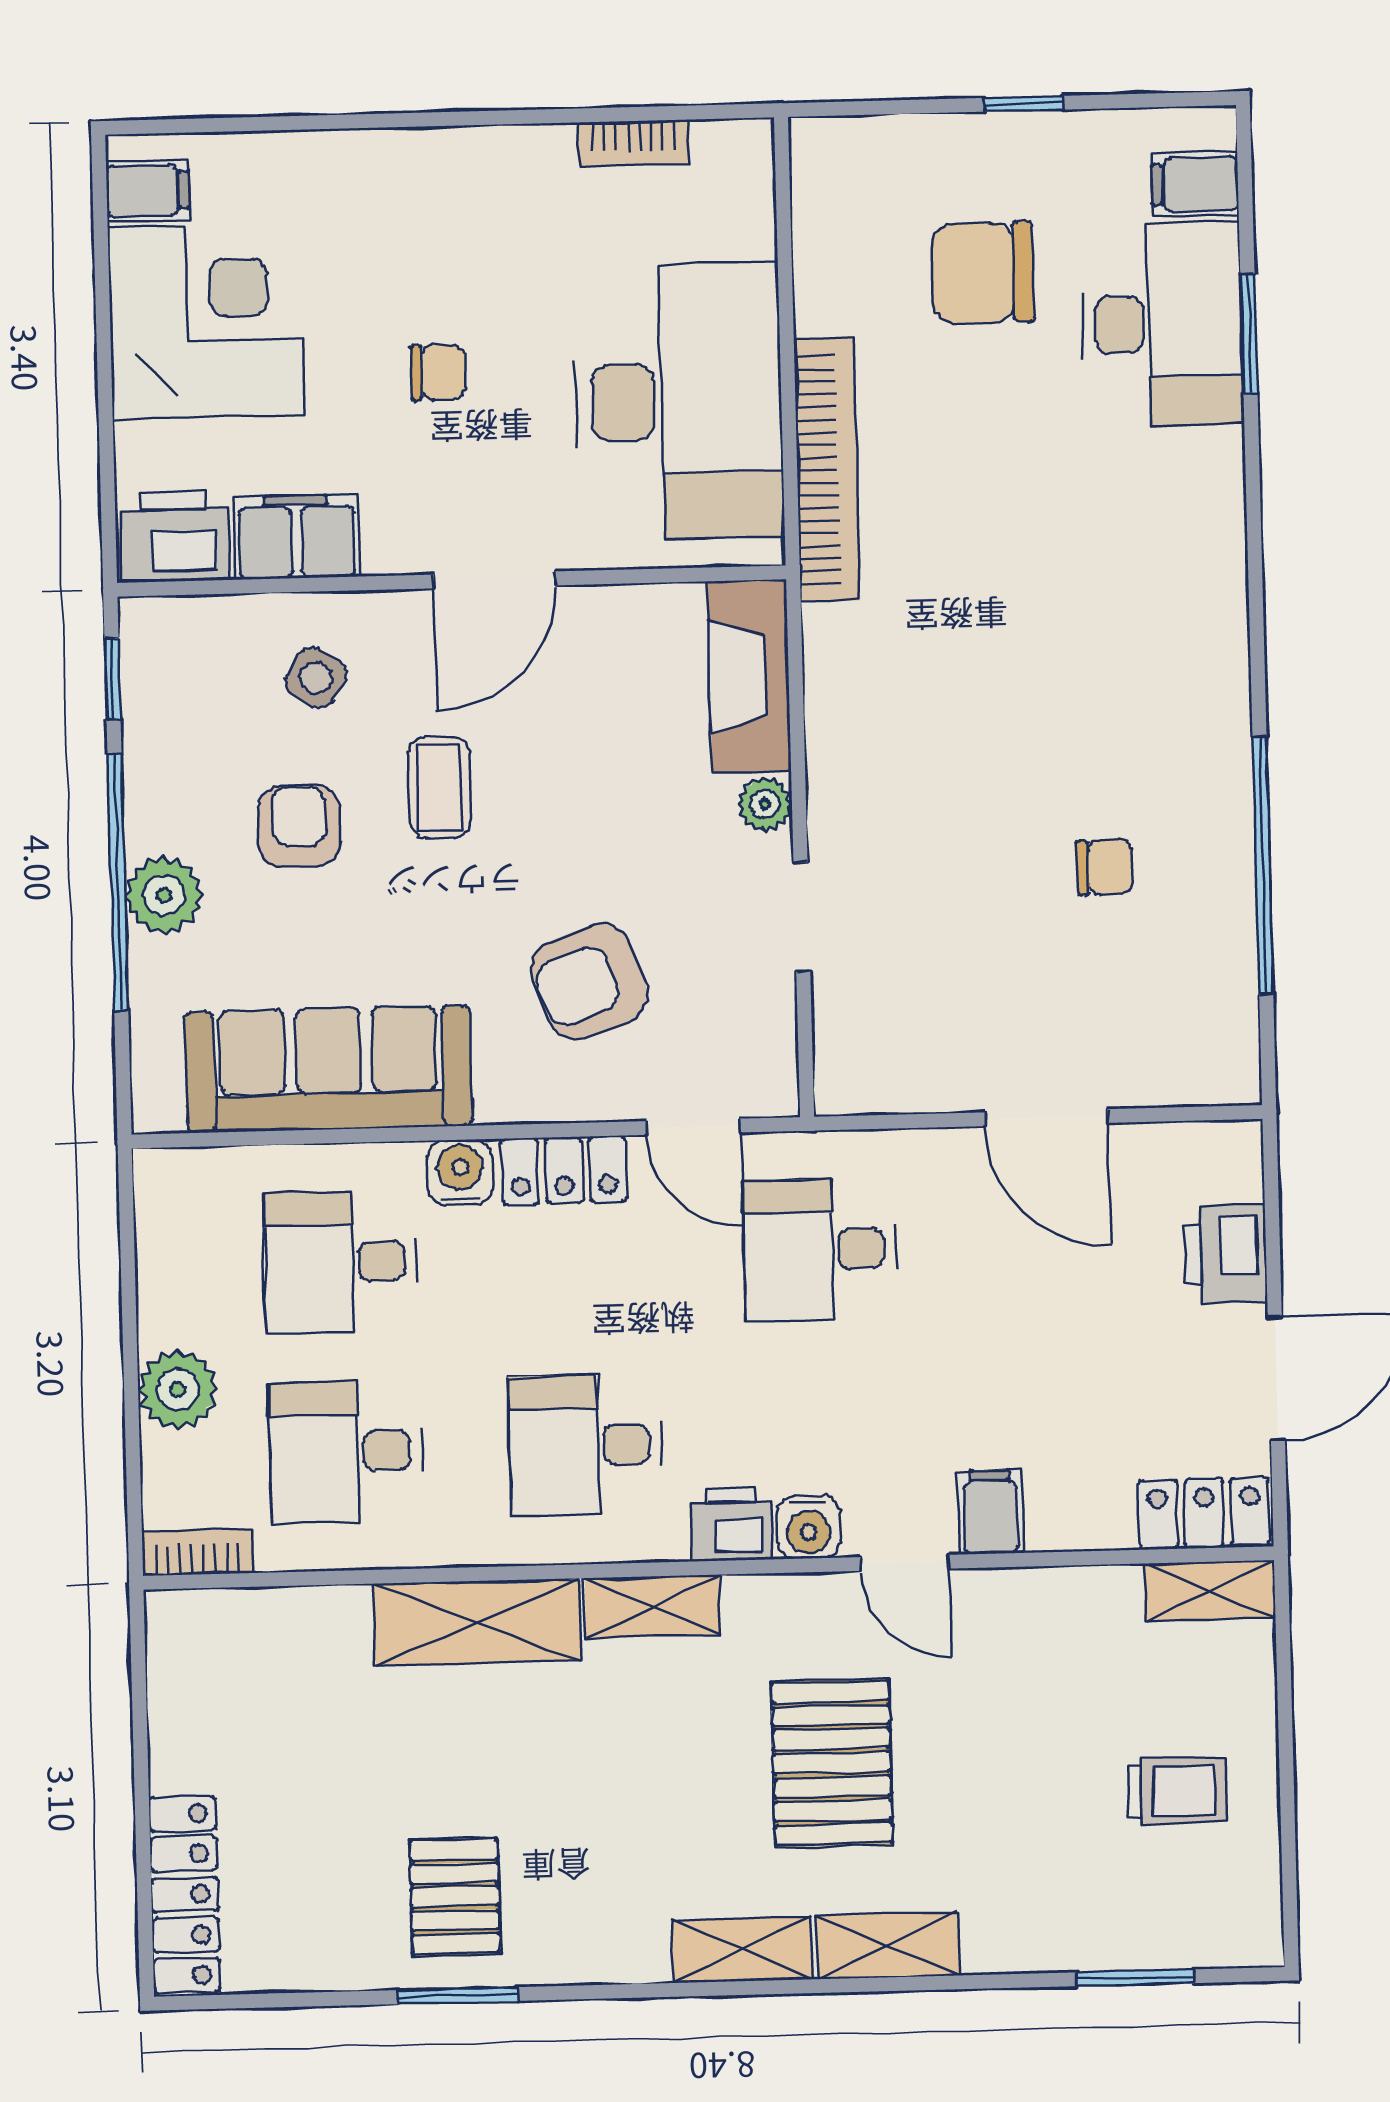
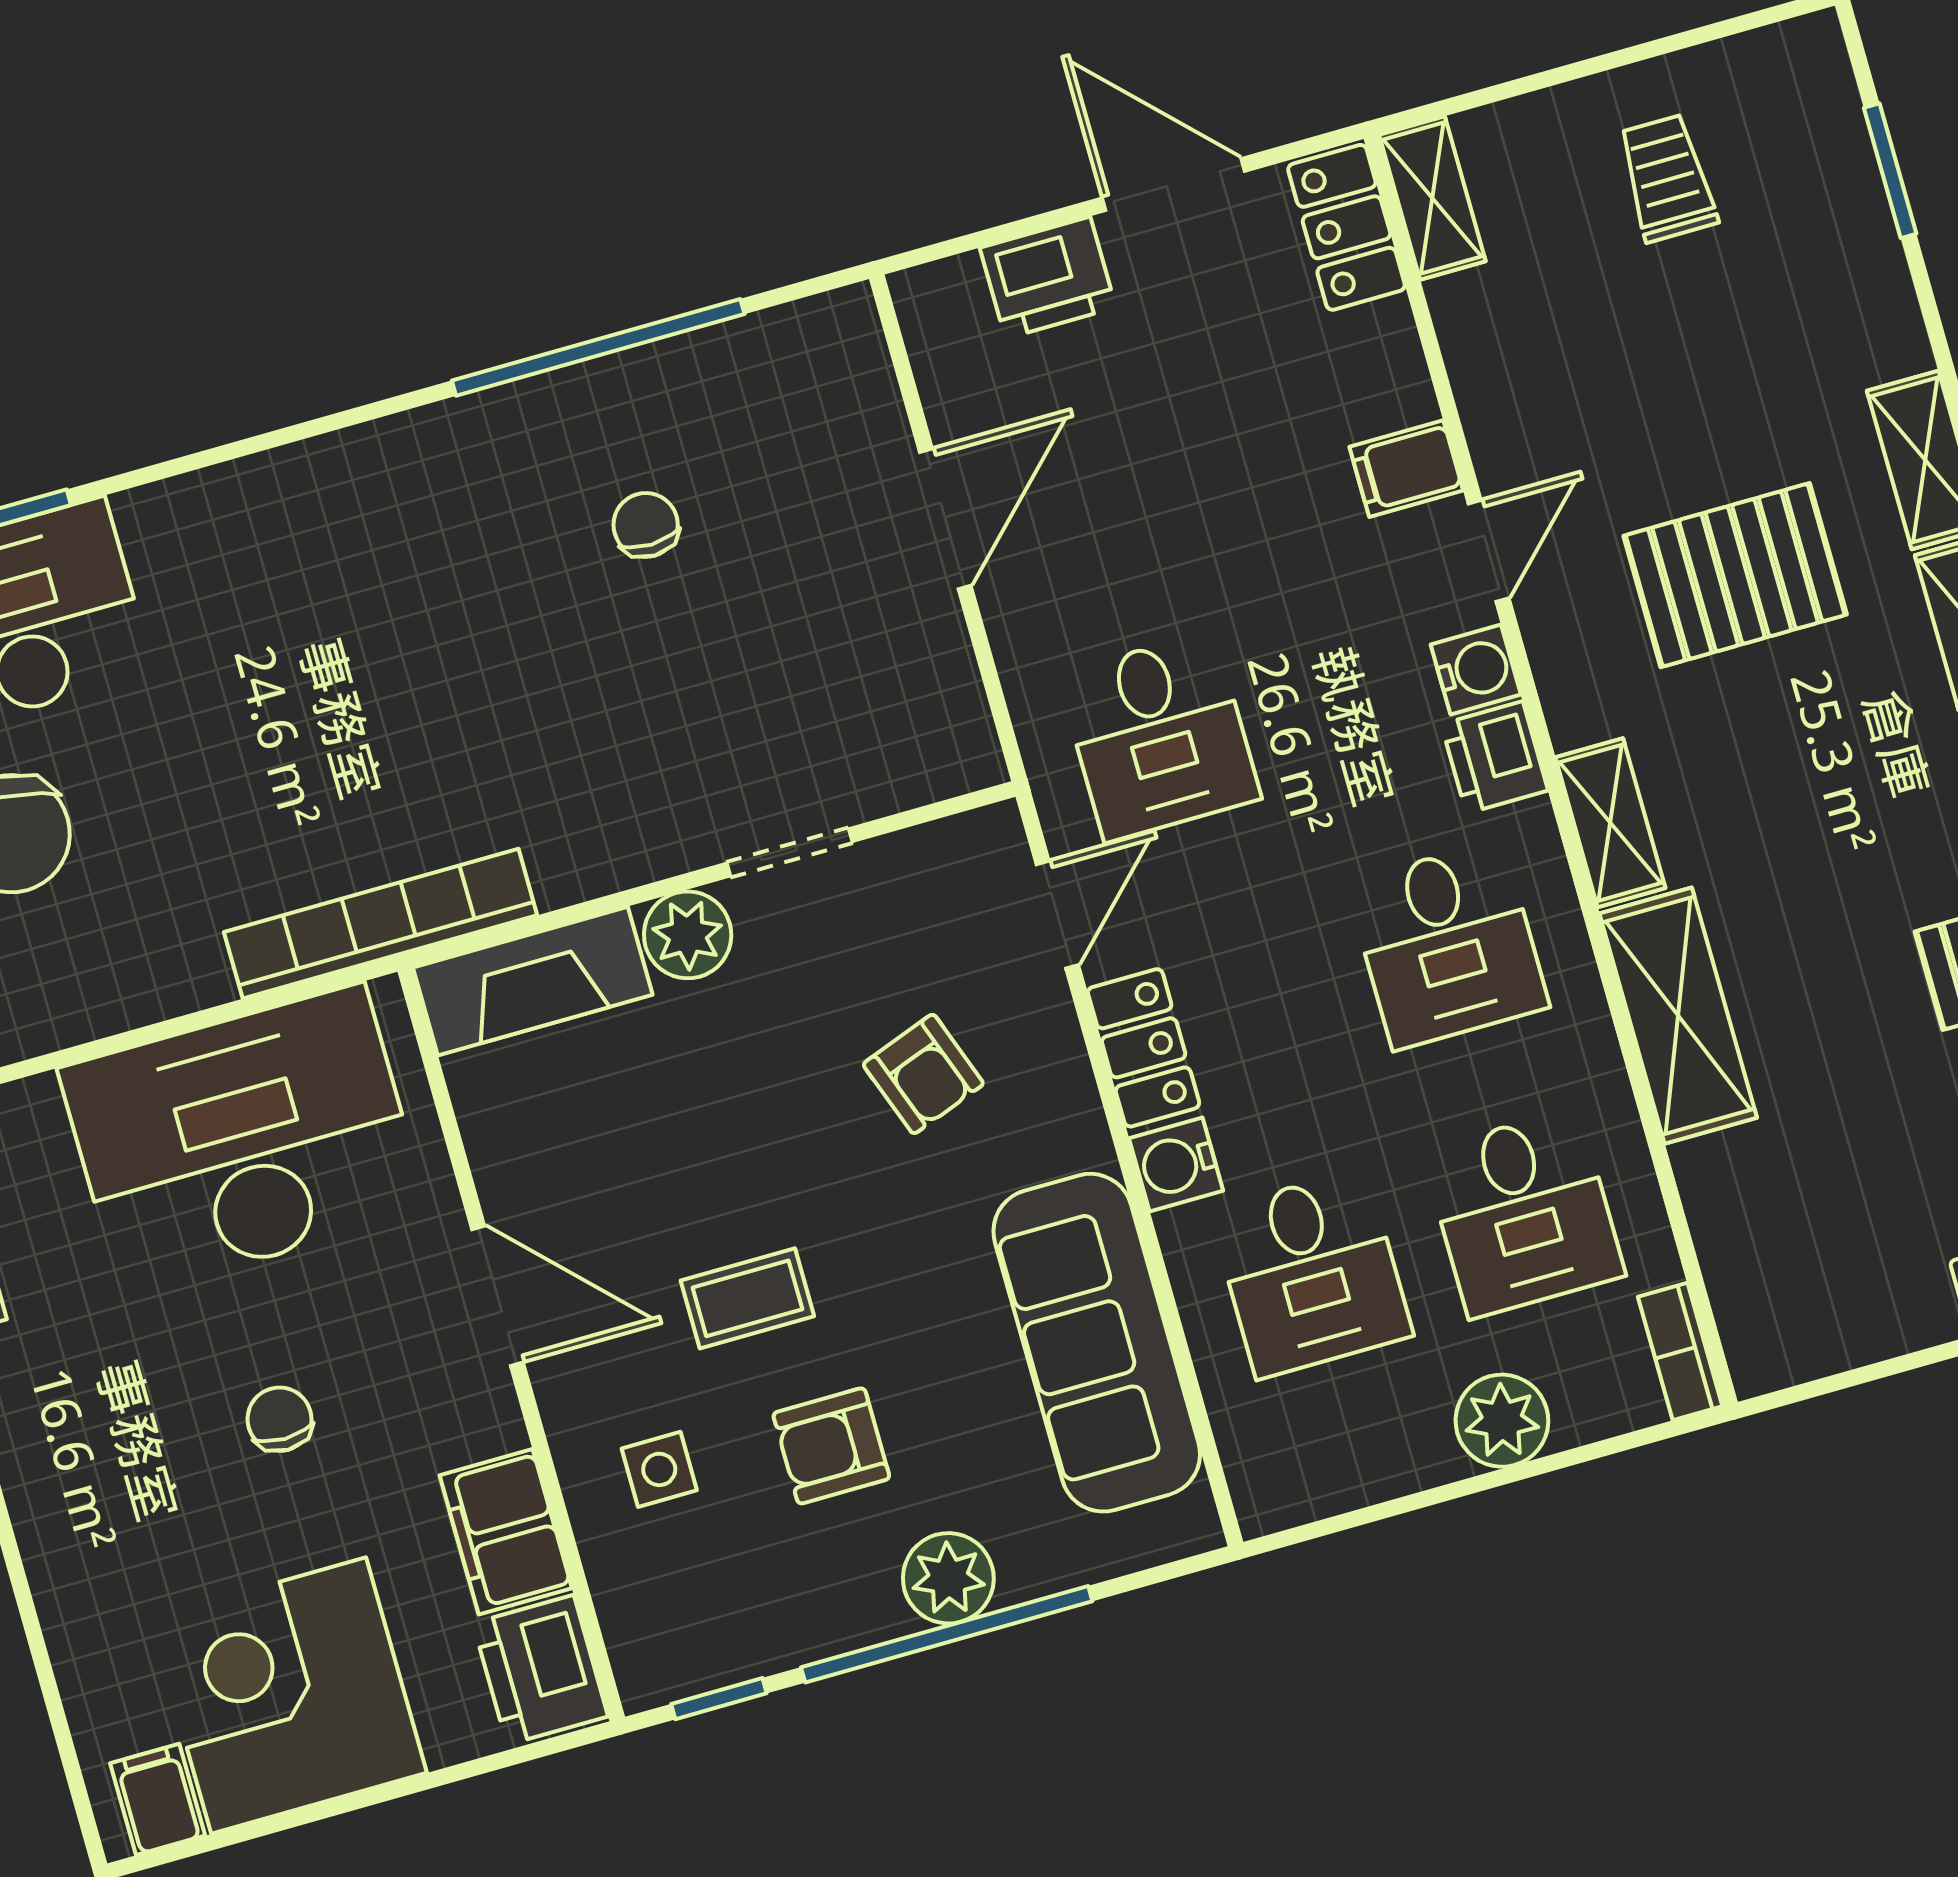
bookcase: (827, 470) -> (381, 924), moved
side table: (316, 678) -> (659, 1469), turned -33
plant: (765, 804) -> (688, 935), width x1.38, depth x1.38
armchair: (589, 981) -> (923, 1074), width x0.72, depth x0.72

